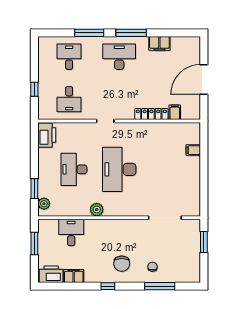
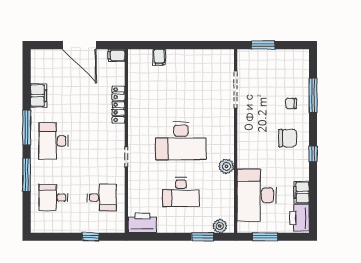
filing cabinet: (175, 112) -> (117, 55), moved
desk: (71, 232) -> (257, 195), width x1.87, depth x1.30

